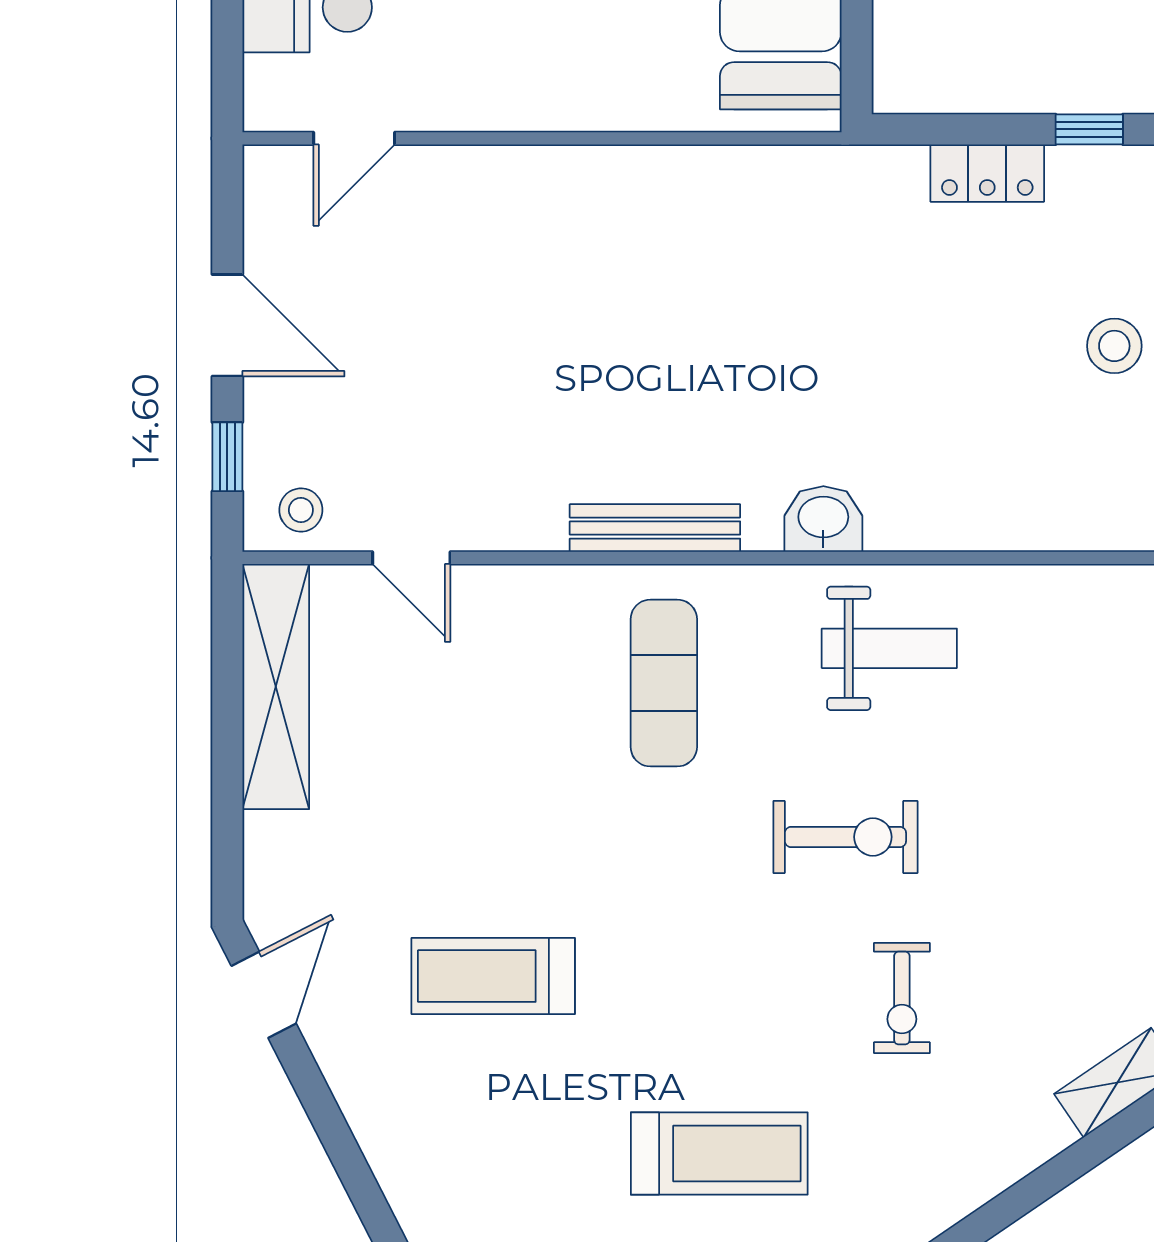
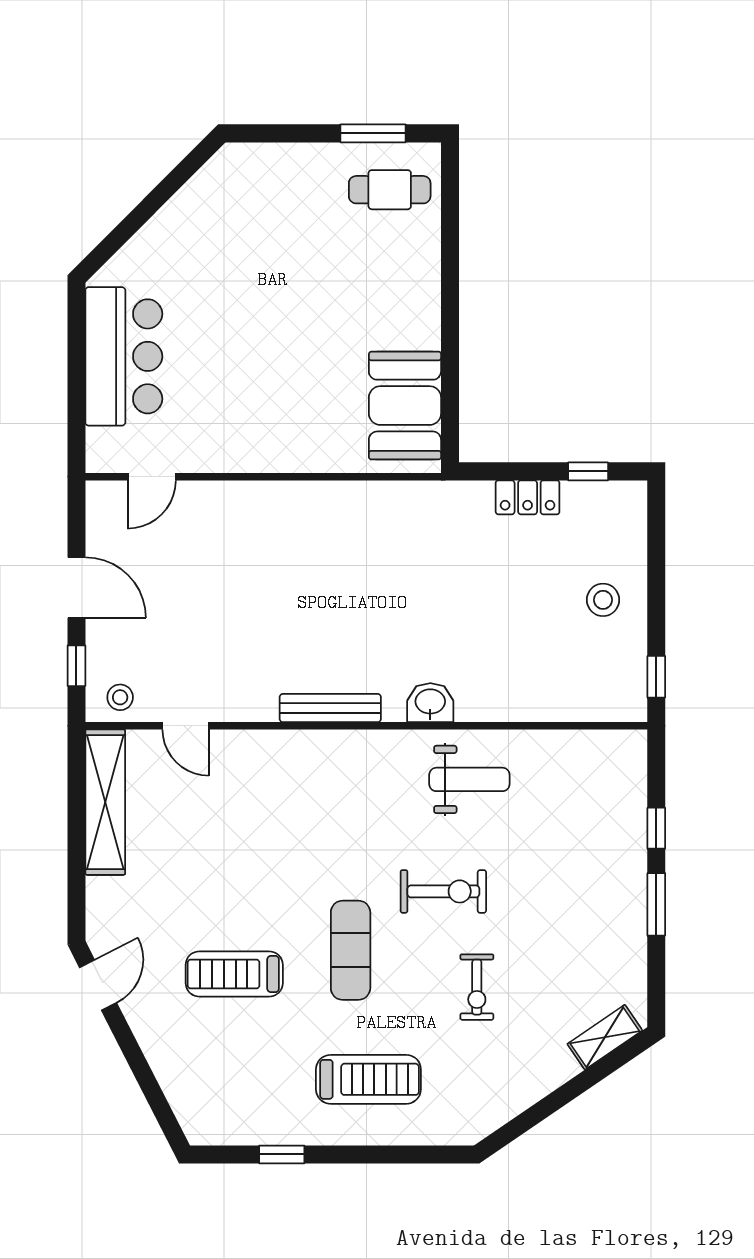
exercise mat: (664, 683) -> (351, 950), moved

